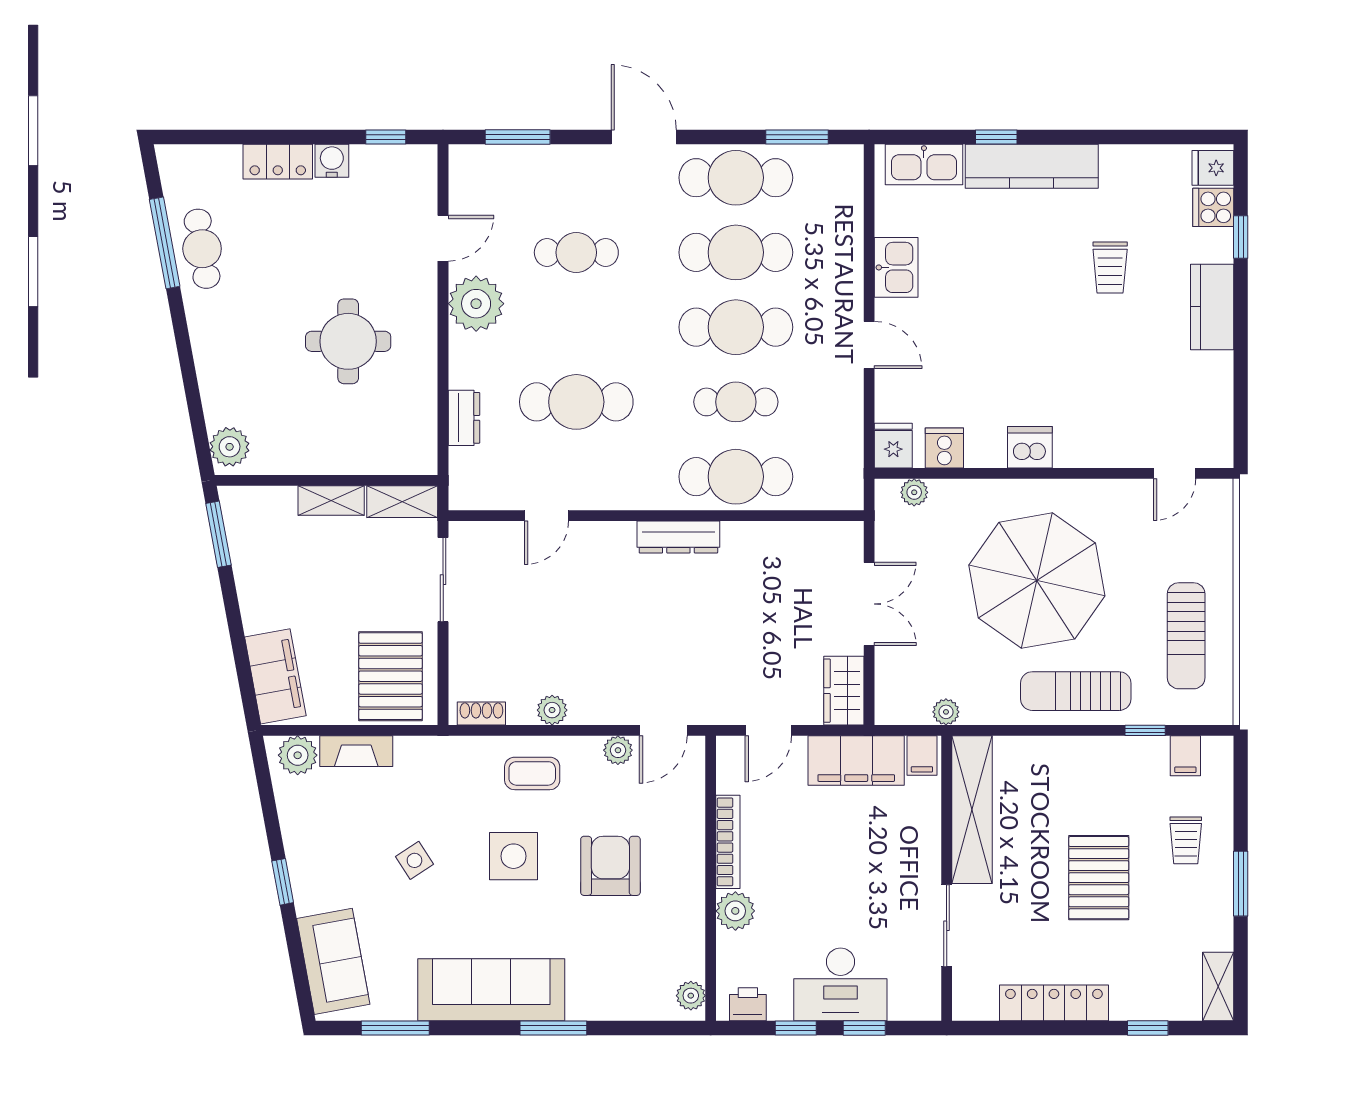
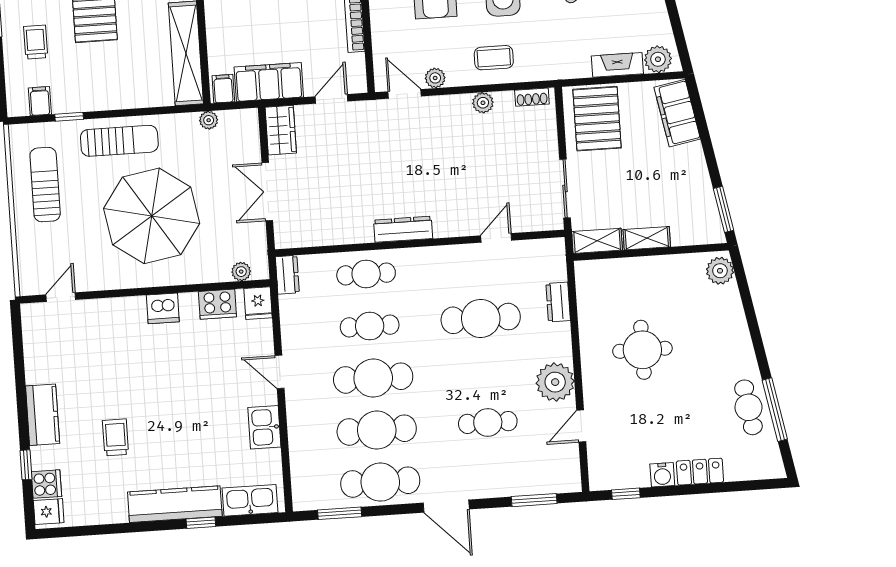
cooker: (944, 448) -> (217, 304), width x1.36
cafe table: (736, 477) -> (366, 274), width x0.73, depth x0.74
dresser: (849, 483) -> (287, 275), added
door: (663, 730) -> (405, 94), hinge flipped

